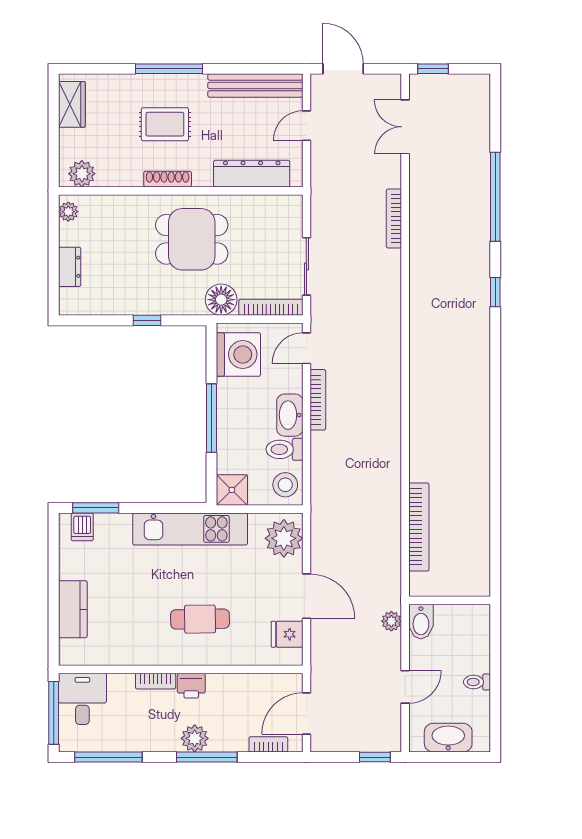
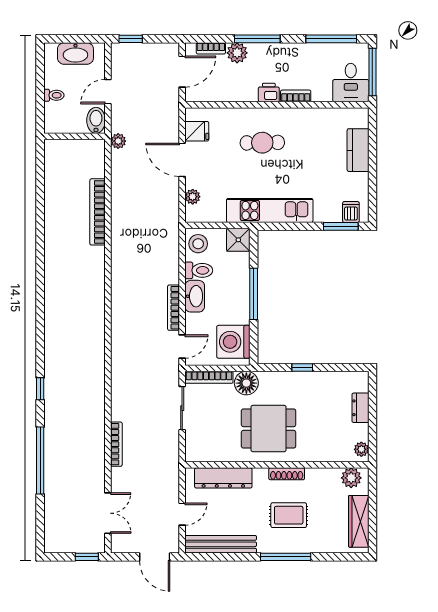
wardrobe: (72, 104) -> (359, 521), width x1.50
plant: (284, 538) -> (193, 197), width x0.53, depth x0.53
wall: (450, 600) -> (74, 136), moved
bidet: (421, 622) -> (96, 120), moved
plant: (195, 738) -> (237, 53), moved

